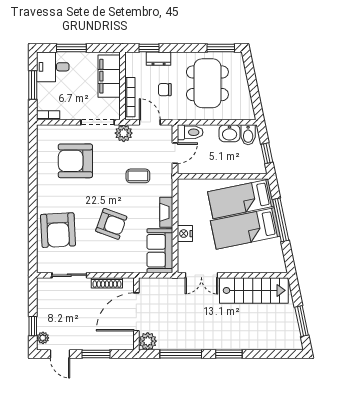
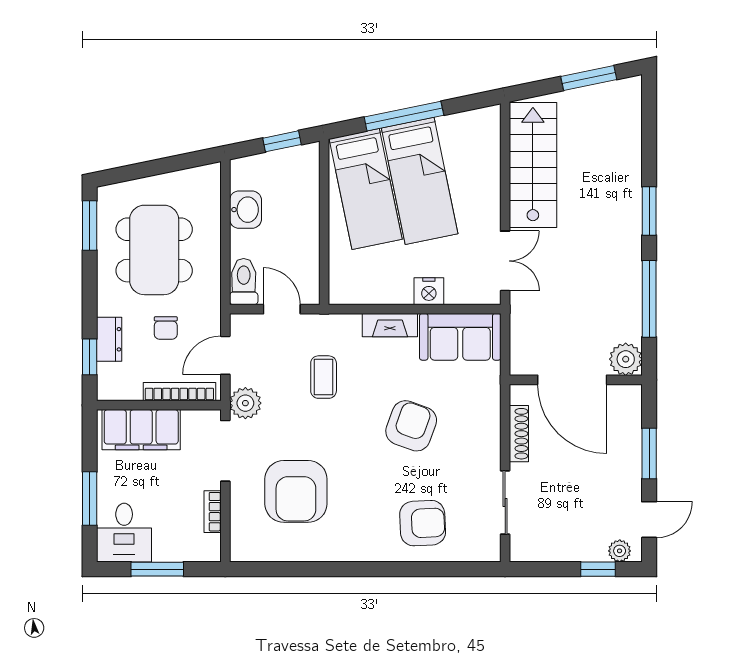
dining table: (207, 83) -> (154, 250), turned 90
bookcase: (48, 115) -> (213, 512), moved
bidet: (248, 135) -> (248, 176), removed
armchair: (58, 230) -> (423, 523), width x0.73, depth x0.73

